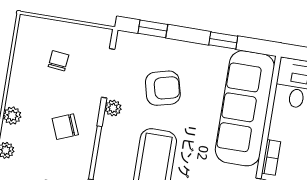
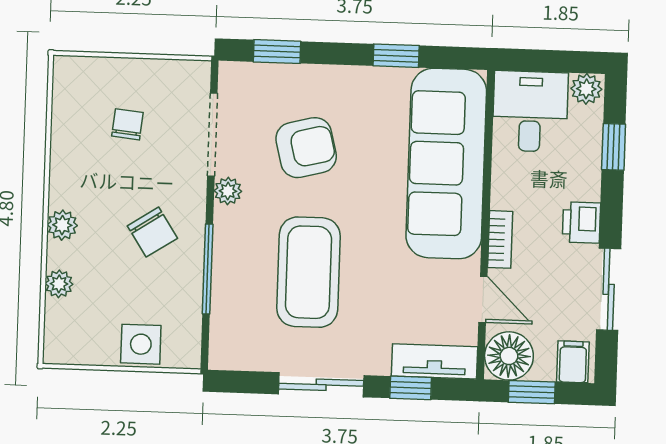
chair: (65, 127) -> (152, 232), turned -101

